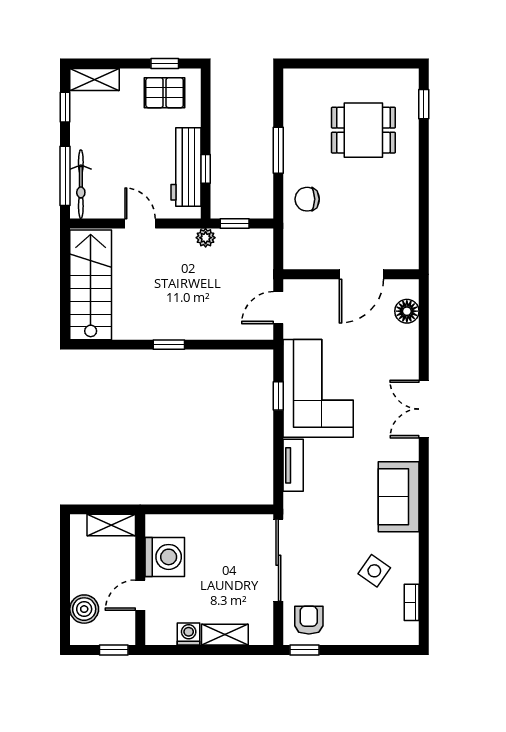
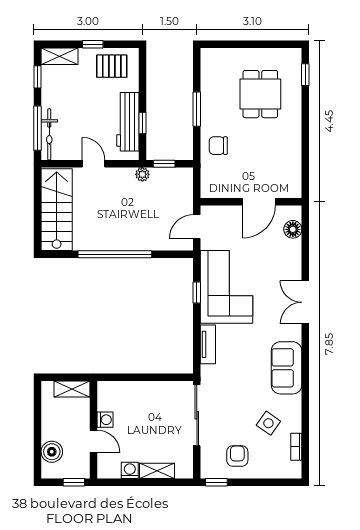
window: (165, 63) -> (93, 44), moved
dining table: (363, 130) -> (260, 94), turned 90
window: (169, 345) -> (115, 254), width x3.17
washing machine: (165, 557) -> (105, 420), width x0.53, depth x0.53
door: (140, 595) -> (94, 441), swing flipped
armchair: (309, 620) -> (237, 456), moved

